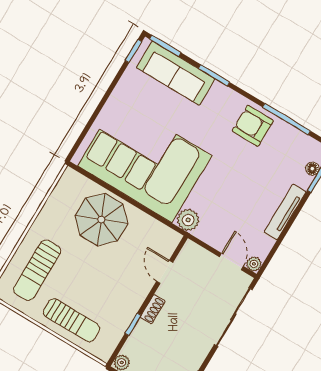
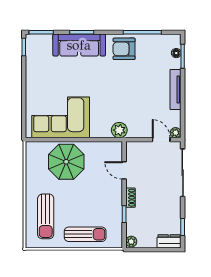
sofa: (176, 73) -> (79, 45), moved
corner sofa: (145, 161) -> (61, 117), width x0.73, depth x0.74

